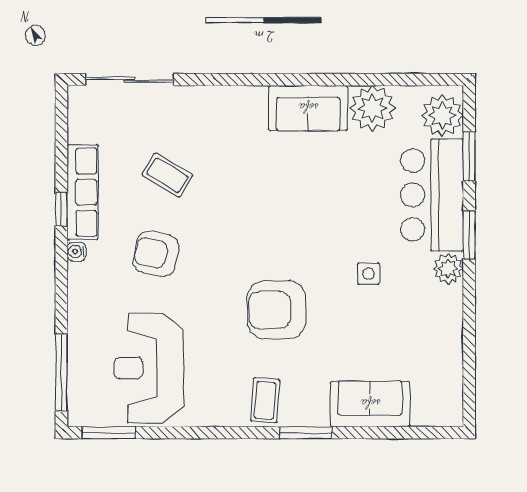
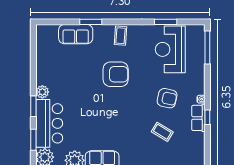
row of seats: (83, 192) -> (198, 118), width x0.68
side table: (368, 274) -> (76, 90), removed
reception desk: (149, 368) -> (170, 49), turned 180
window: (109, 433) -> (166, 22), moved
window: (306, 433) -> (91, 22), moved

